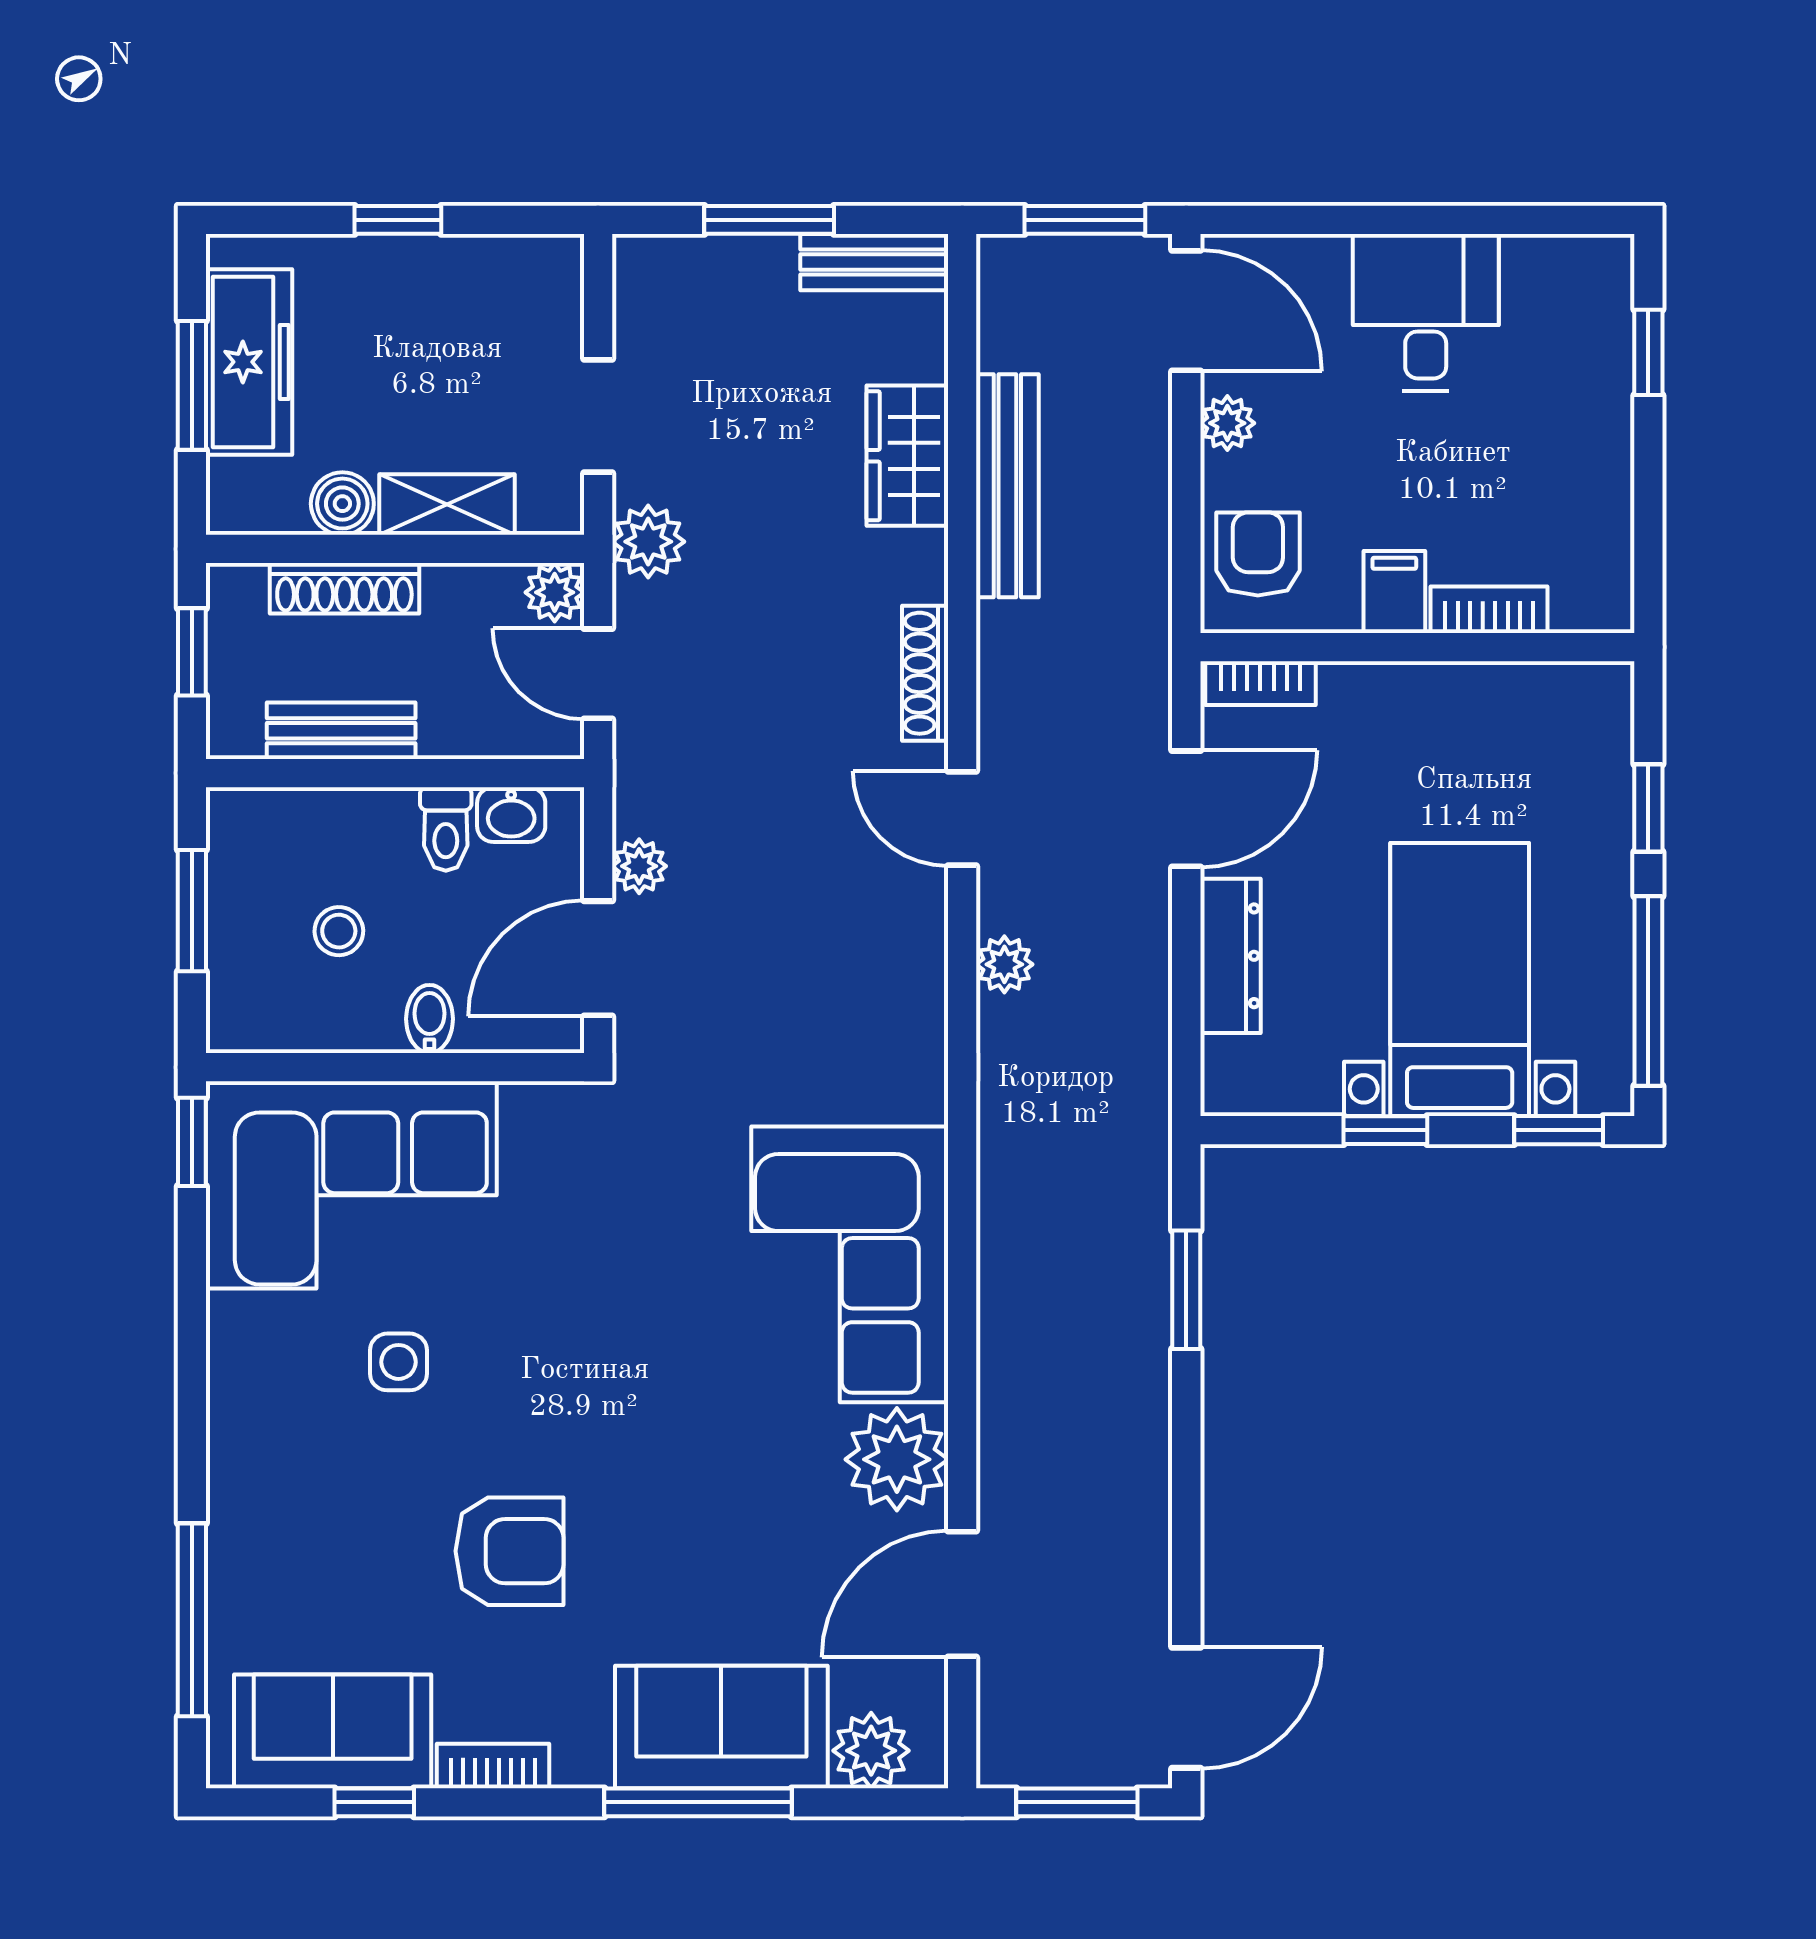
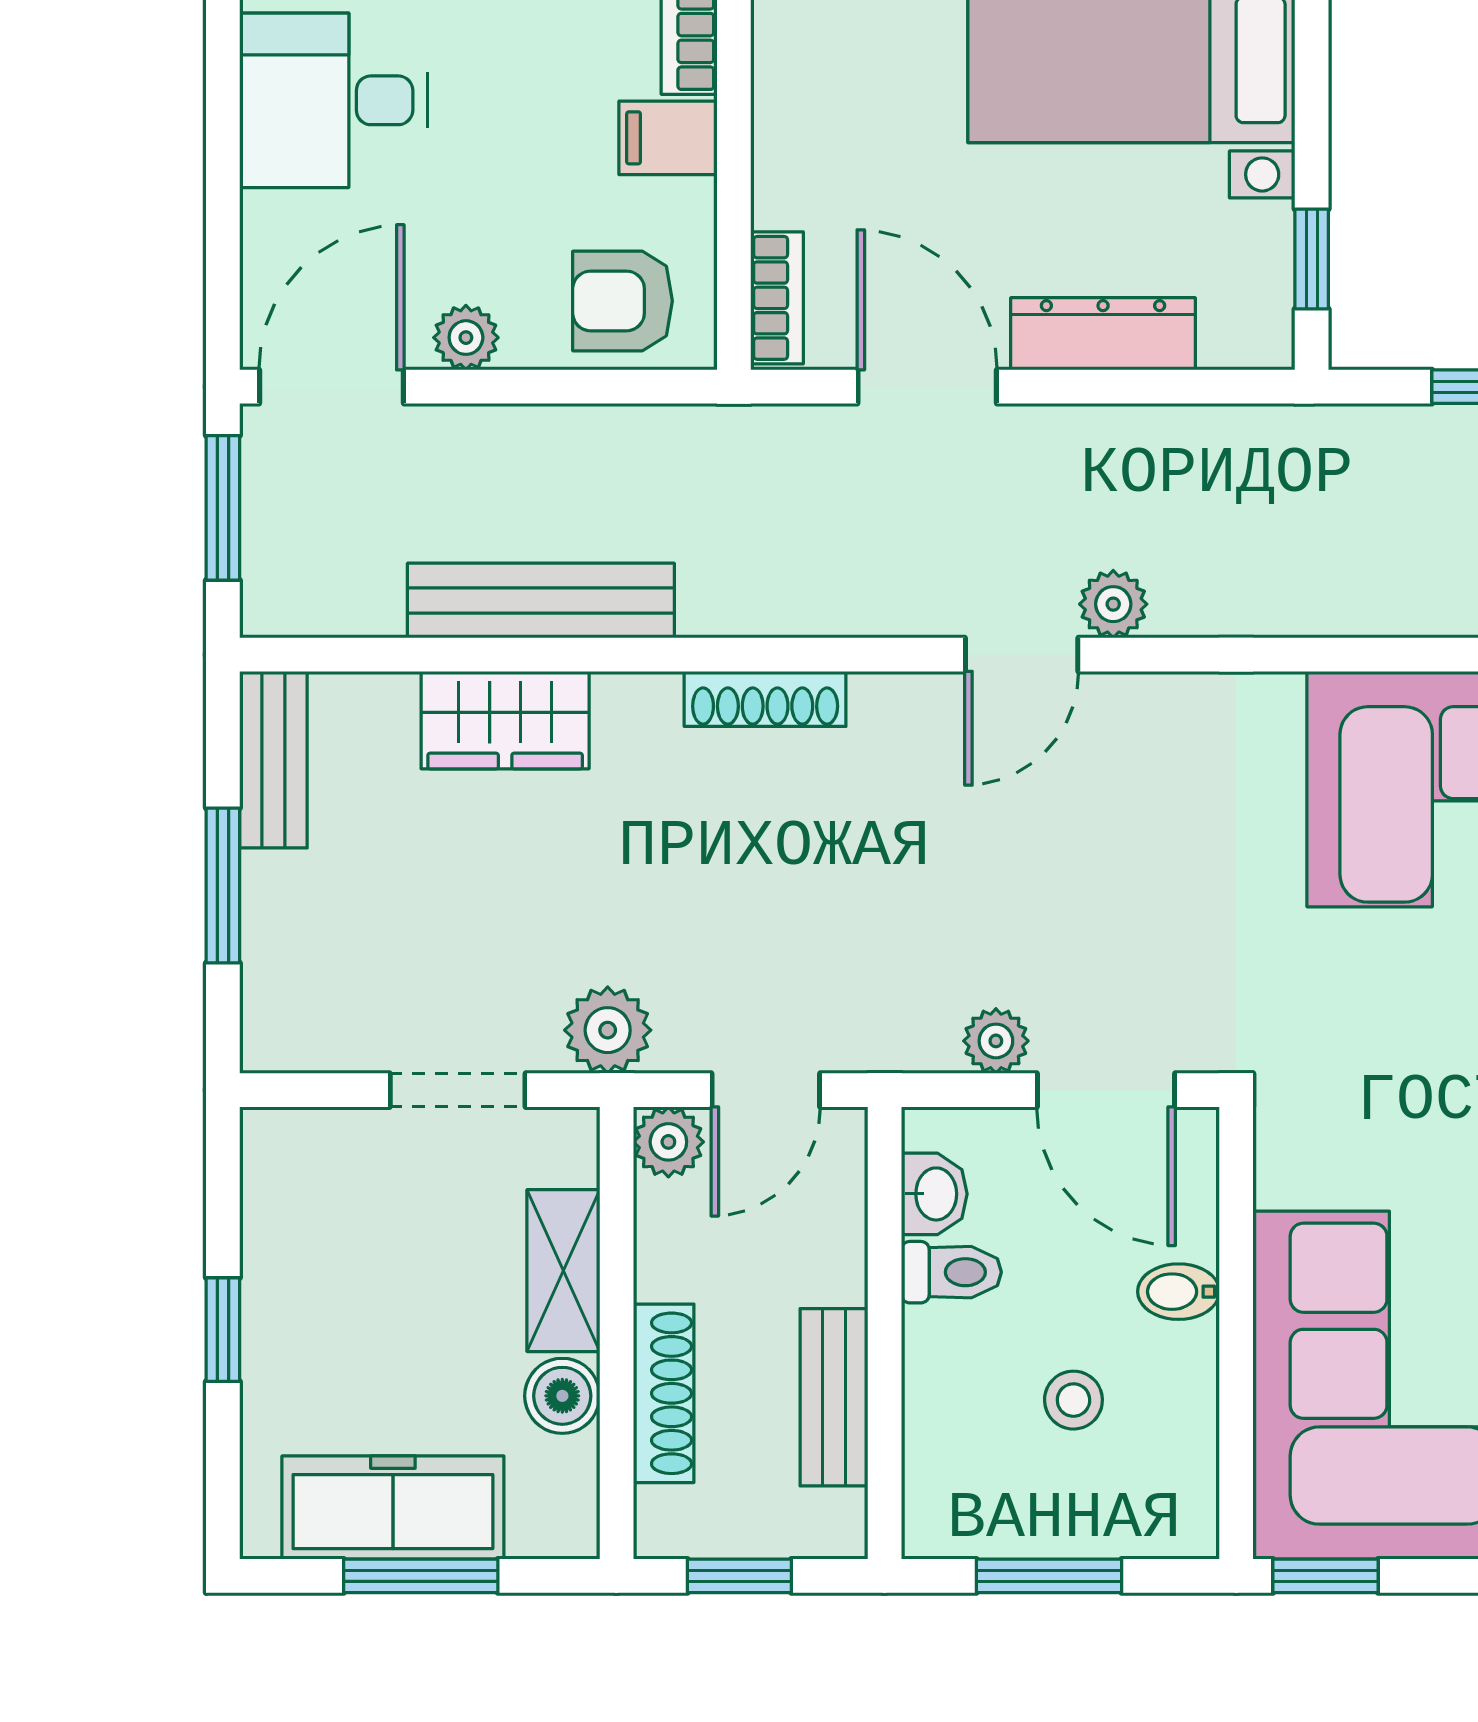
door: (962, 819) -> (1022, 655), moved
window: (1385, 1130) -> (1312, 259), moved

